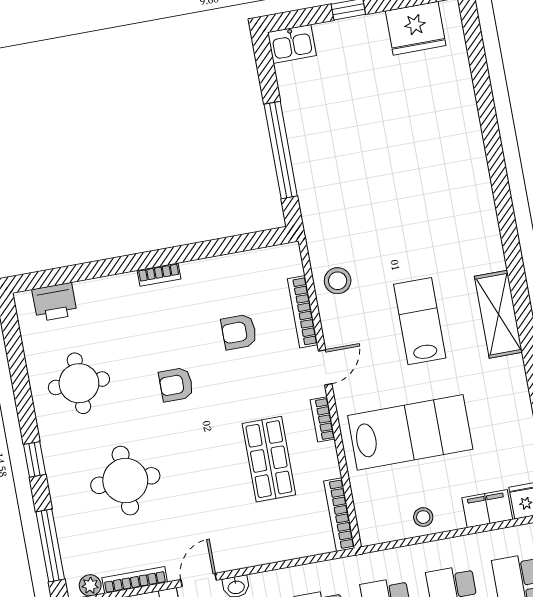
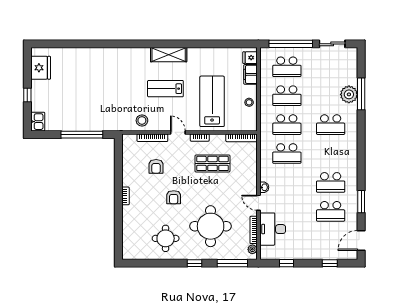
printer: (54, 302) -> (129, 243), removed
round table: (125, 481) -> (211, 226), width x1.36, depth x1.36

